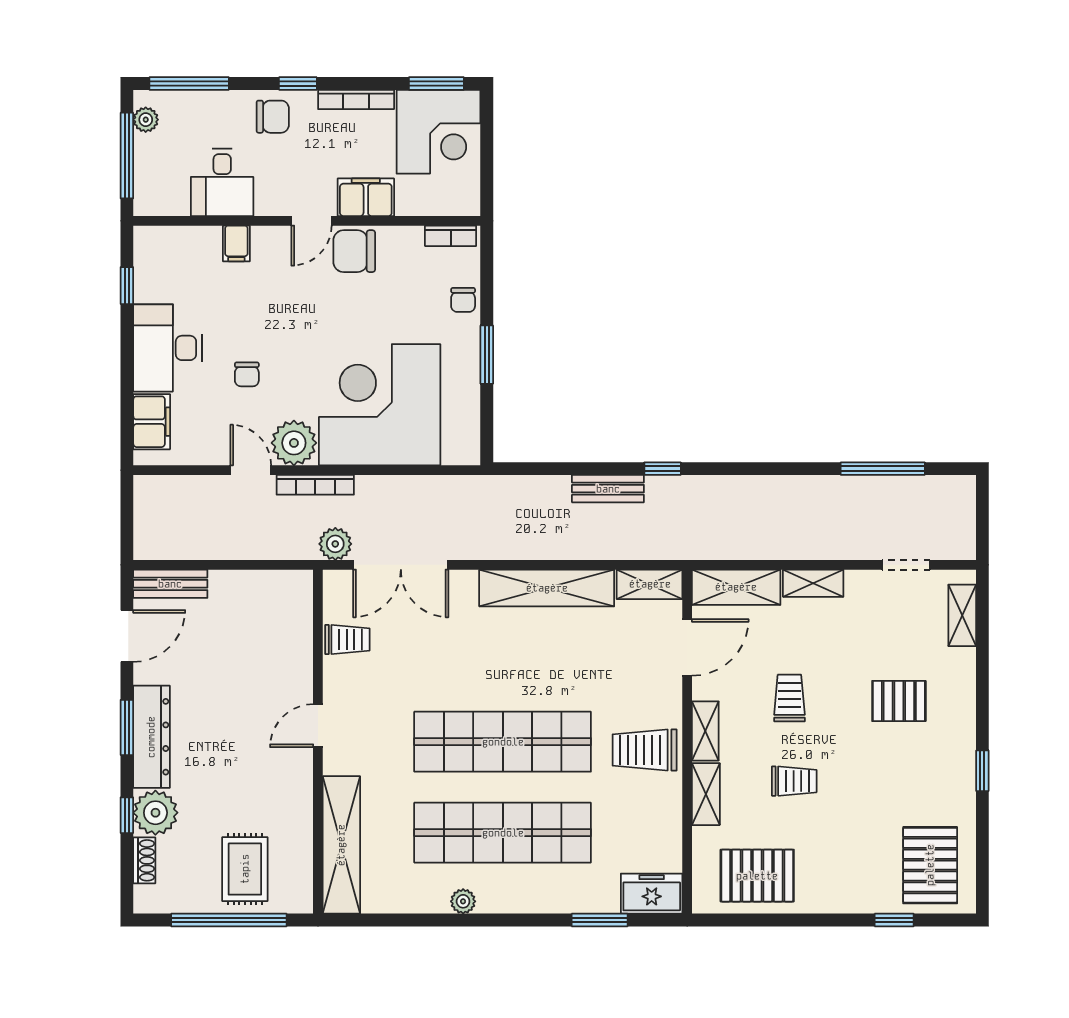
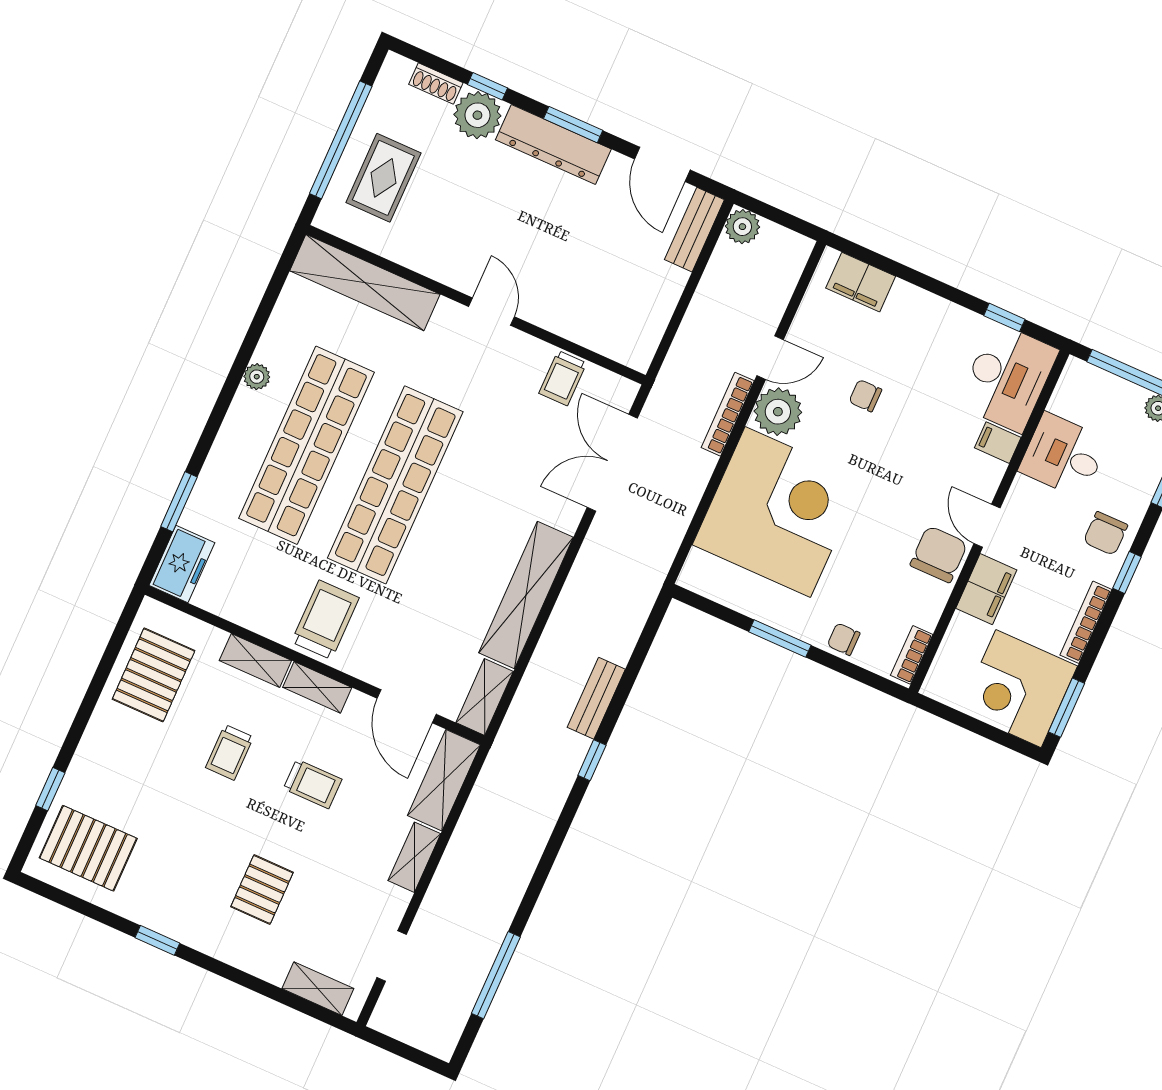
desk: (167, 348) -> (1008, 377), moved, turned 90
plant: (335, 544) -> (742, 227), moved
rug: (245, 869) -> (383, 178), turned 90

